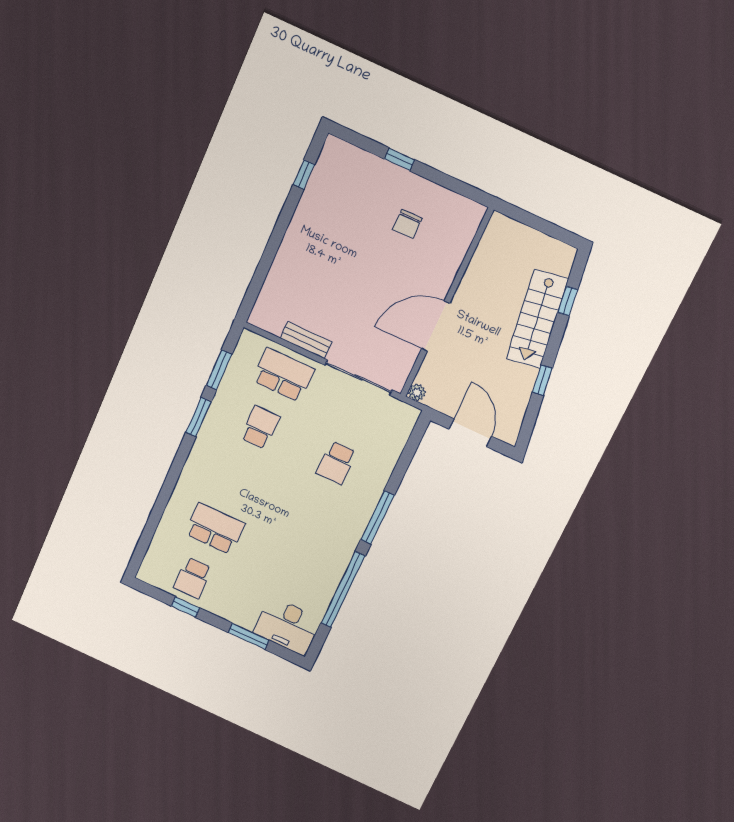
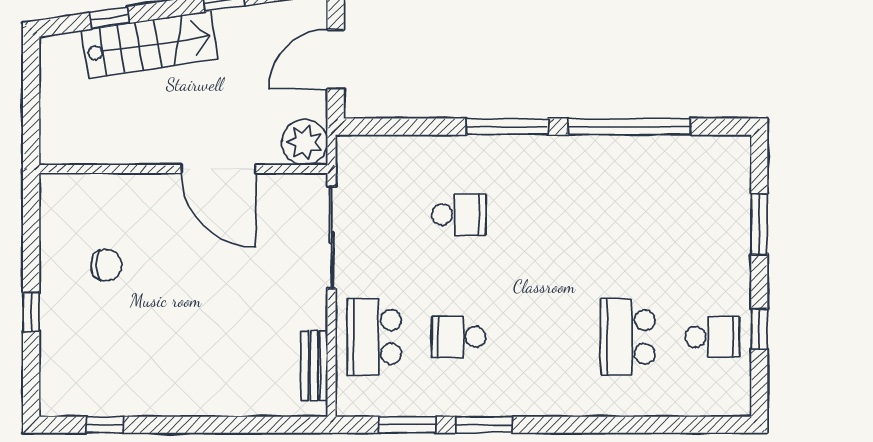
bench: (306, 340) -> (314, 366), moved
plant: (417, 392) -> (305, 142), width x1.87, depth x1.87
desk: (287, 626) -> (718, 179), removed

